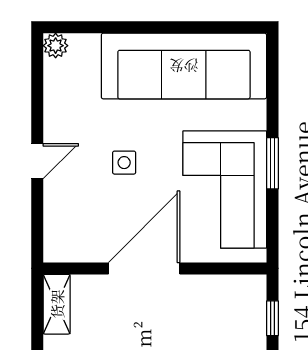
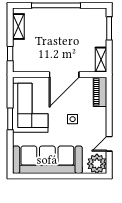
plant: (56, 46) -> (97, 164), width x1.88, depth x1.88
door: (37, 161) -> (109, 144), moved
piano: (59, 227) -> (100, 92), added

